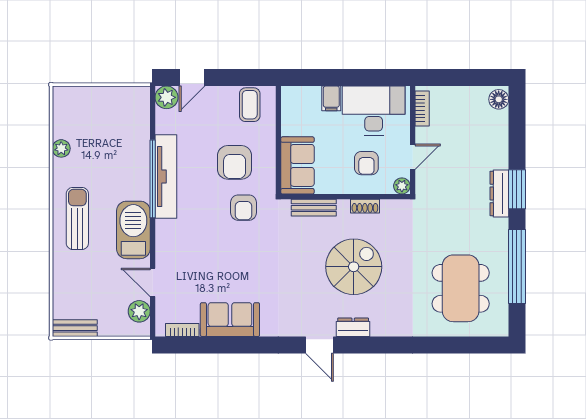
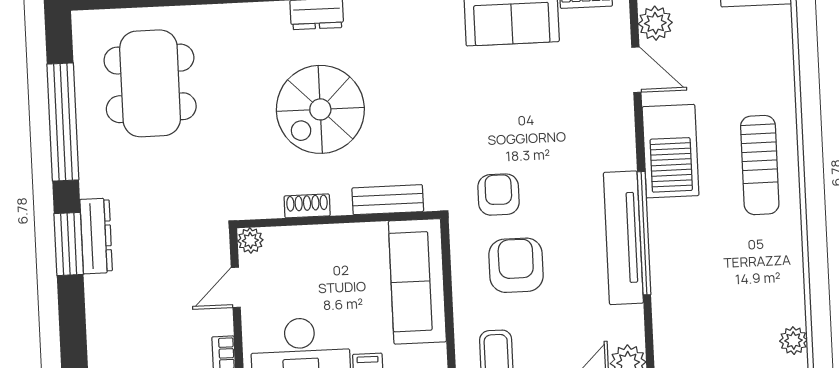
plant: (61, 148) -> (793, 341), moved
armchair: (366, 163) -> (308, 274), removed
sofa: (297, 165) -> (417, 281), width x1.36

